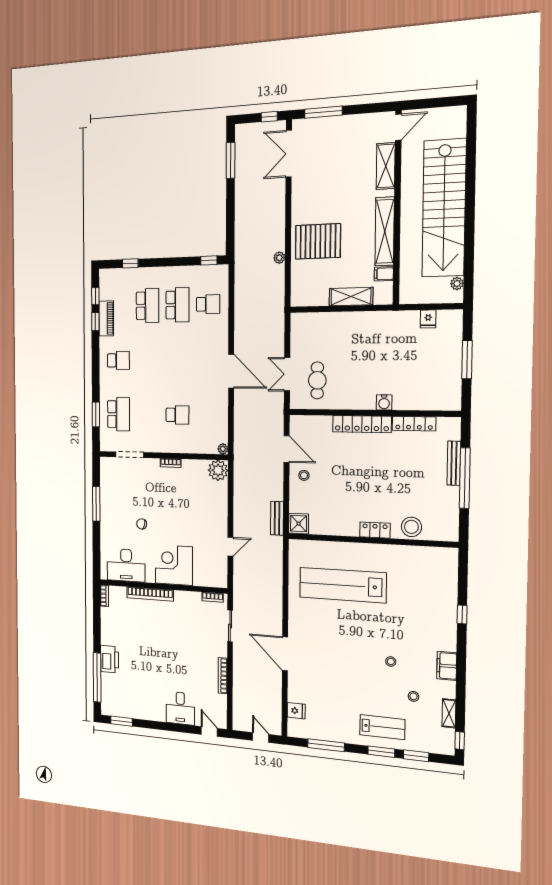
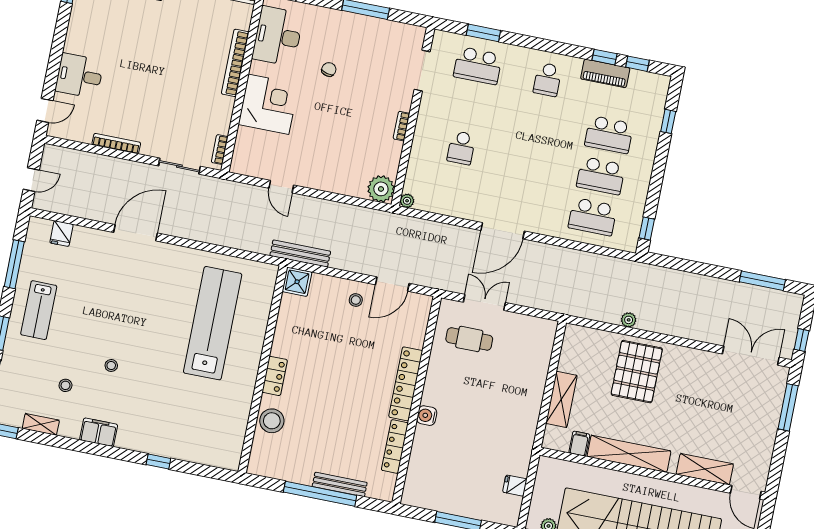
school desk: (208, 304) -> (593, 217), width x1.85
bench: (277, 518) -> (300, 254), width x1.36
lab bench: (382, 727) -> (39, 310), moved

